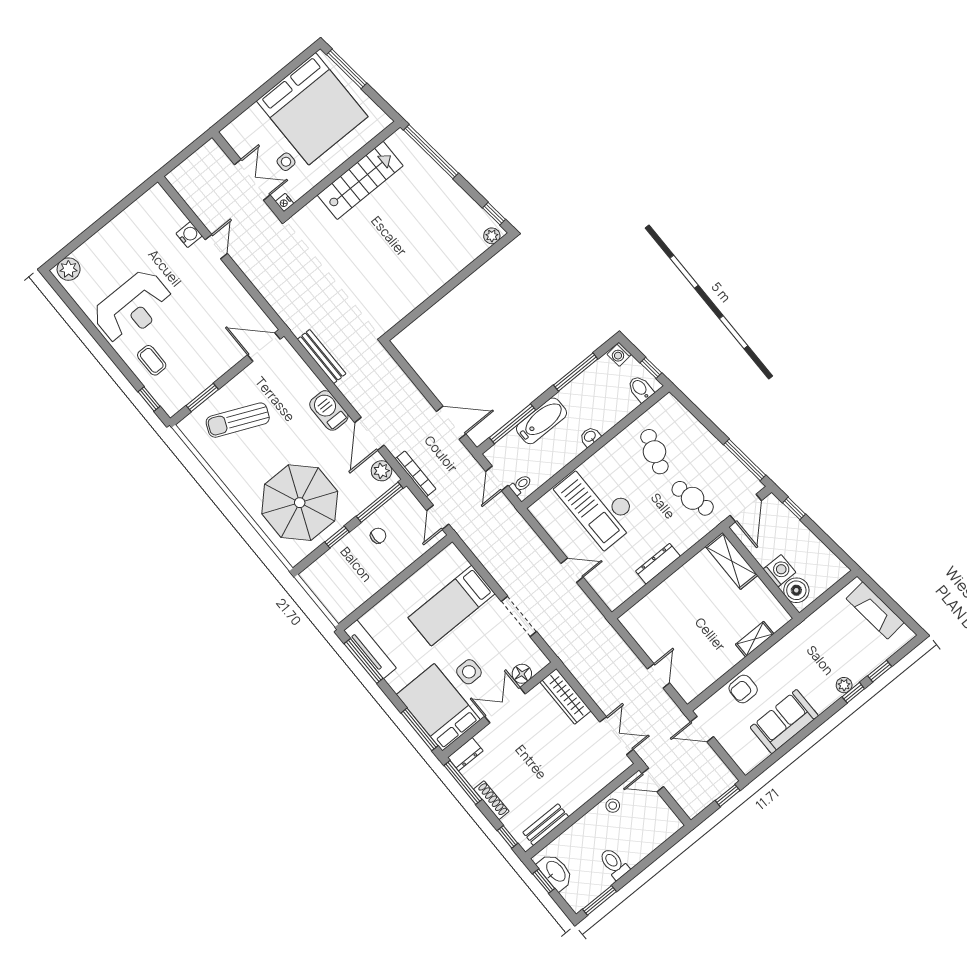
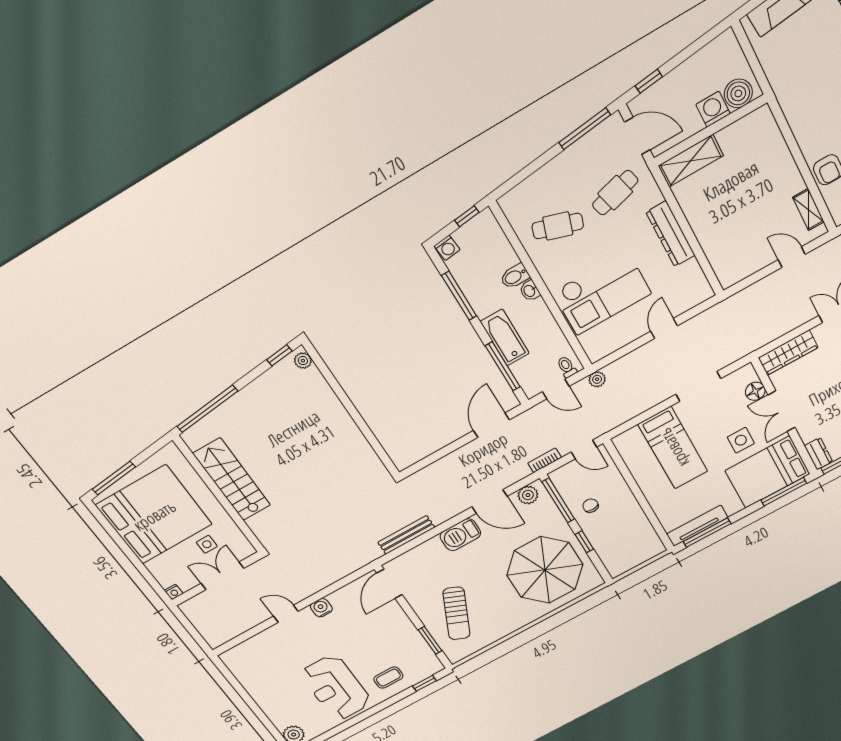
nightstand: (284, 203) -> (174, 592), moved
water cooler: (189, 235) -> (321, 608), moved
reception desk: (133, 307) -> (336, 688), turned 180
bidet: (641, 389) -> (515, 276), moved
bookcase: (415, 474) -> (545, 460), width x0.64
plant: (512, 516) -> (597, 379), added
dresser: (658, 564) -> (671, 234), width x1.37, depth x1.24
shelving: (755, 639) -> (808, 210), moved

